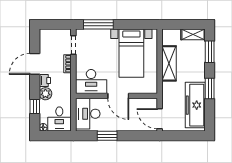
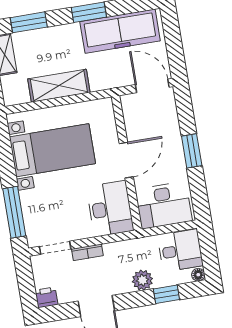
printer: (45, 80) -> (46, 297), moved
door: (160, 119) -> (152, 86), swing flipped
window: (107, 136) -> (192, 151), moved

